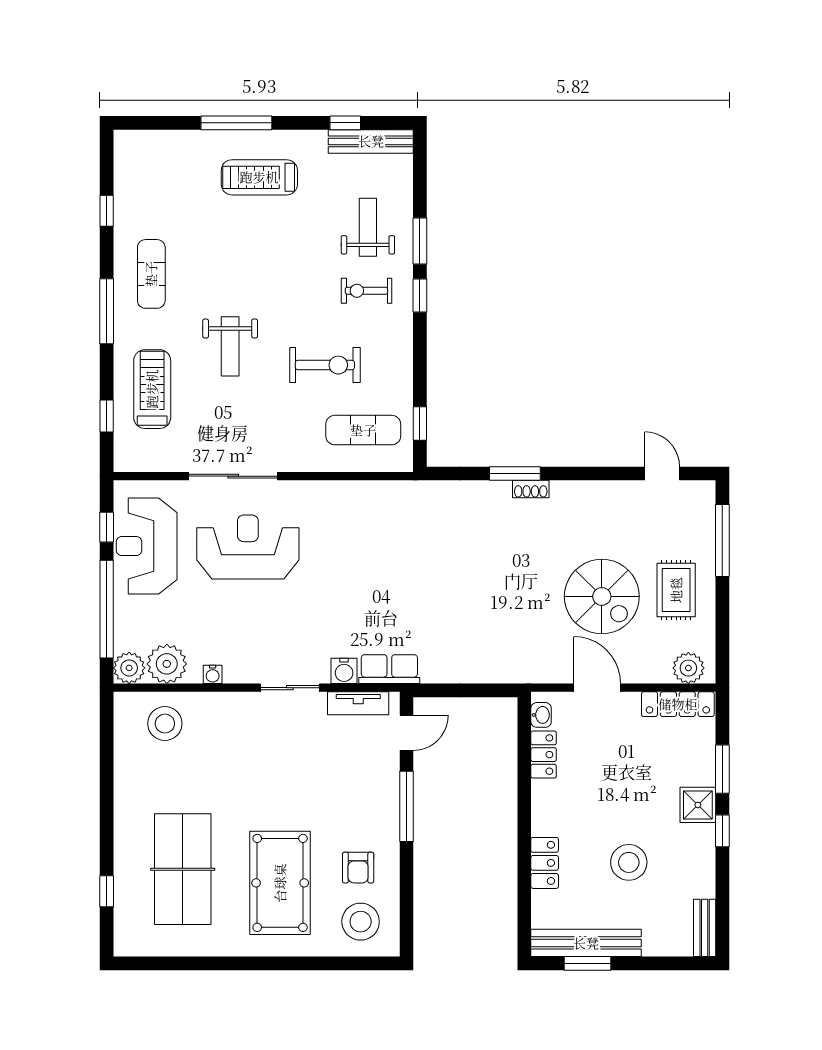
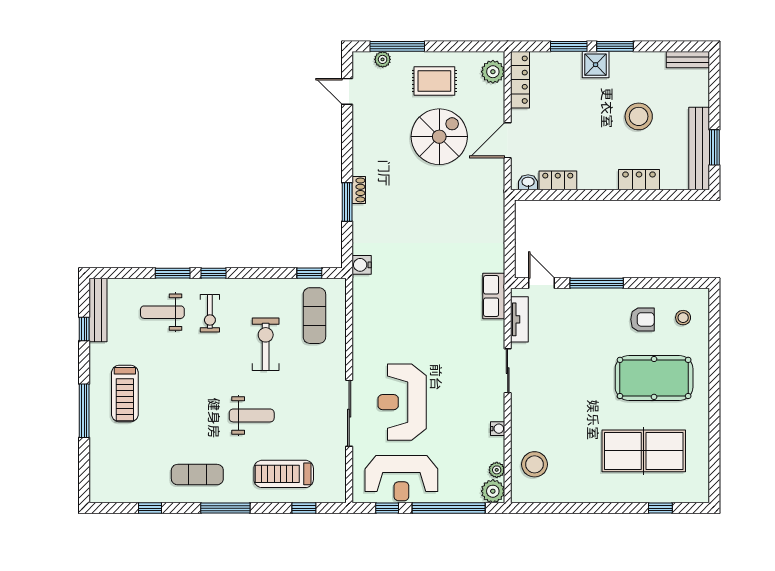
door: (662, 474) -> (347, 91), hinge flipped
plant: (705, 521) -> (383, 59), added
plant: (167, 664) -> (497, 470), width x0.53, depth x0.53
water cooler: (344, 671) -> (362, 265), moved, turned 180
window: (722, 831) -> (615, 46), width x1.50
stool: (361, 922) -> (683, 318), width x0.53, depth x0.53

